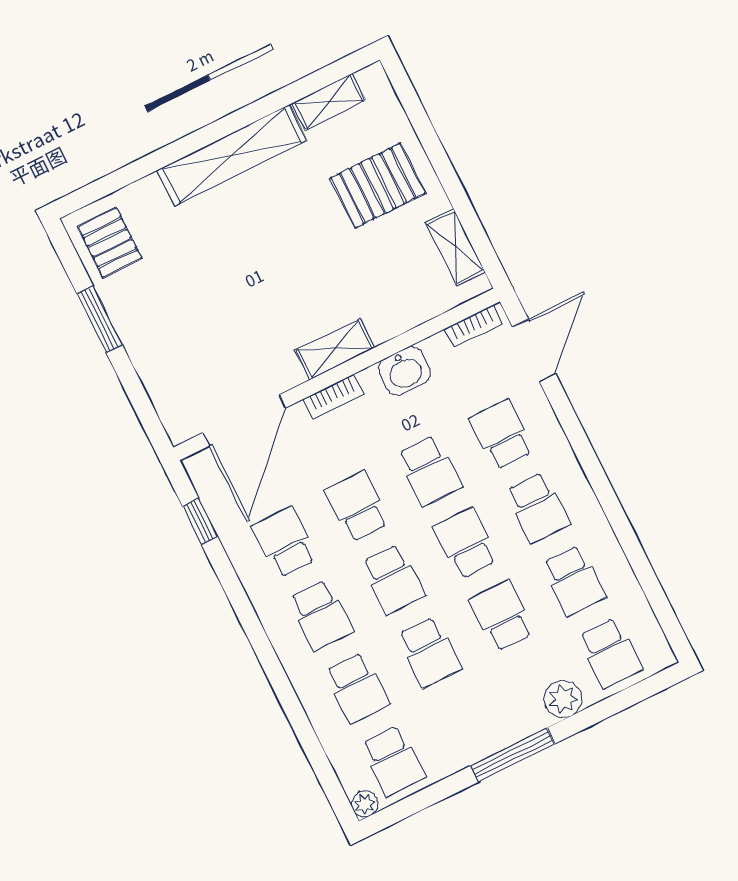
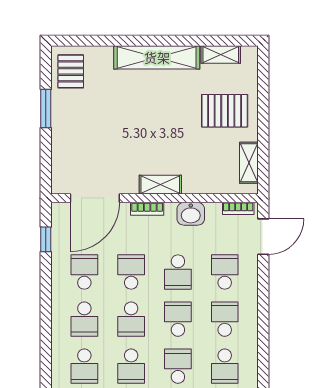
school desk: (538, 507) -> (225, 319), turned 180

